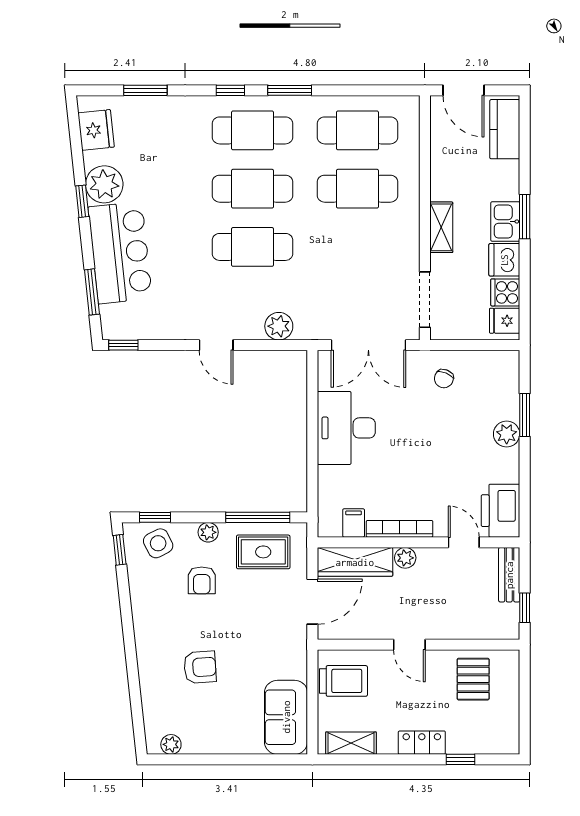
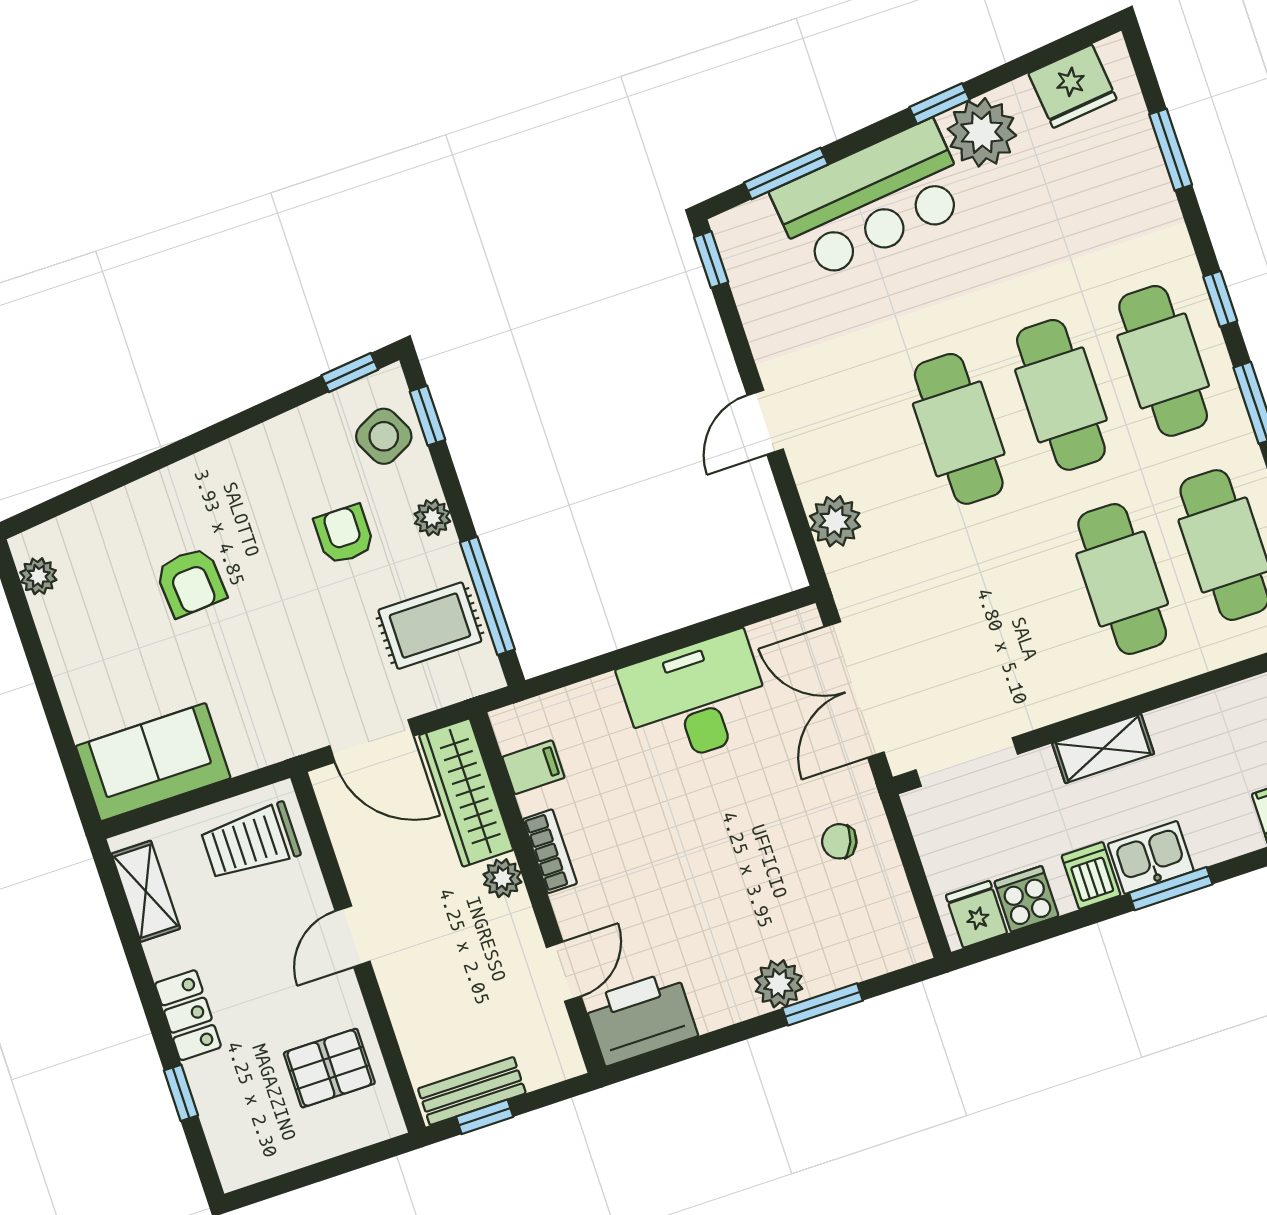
dishwasher: (504, 260) -> (1091, 875), width x0.73
bookcase: (400, 529) -> (550, 851), width x0.64
rug: (263, 552) -> (430, 626), turned 90
bench: (509, 575) -> (472, 1091), moved
armchair: (202, 580) -> (344, 534), turned 90
trolley: (343, 681) -> (250, 842), turned 90

